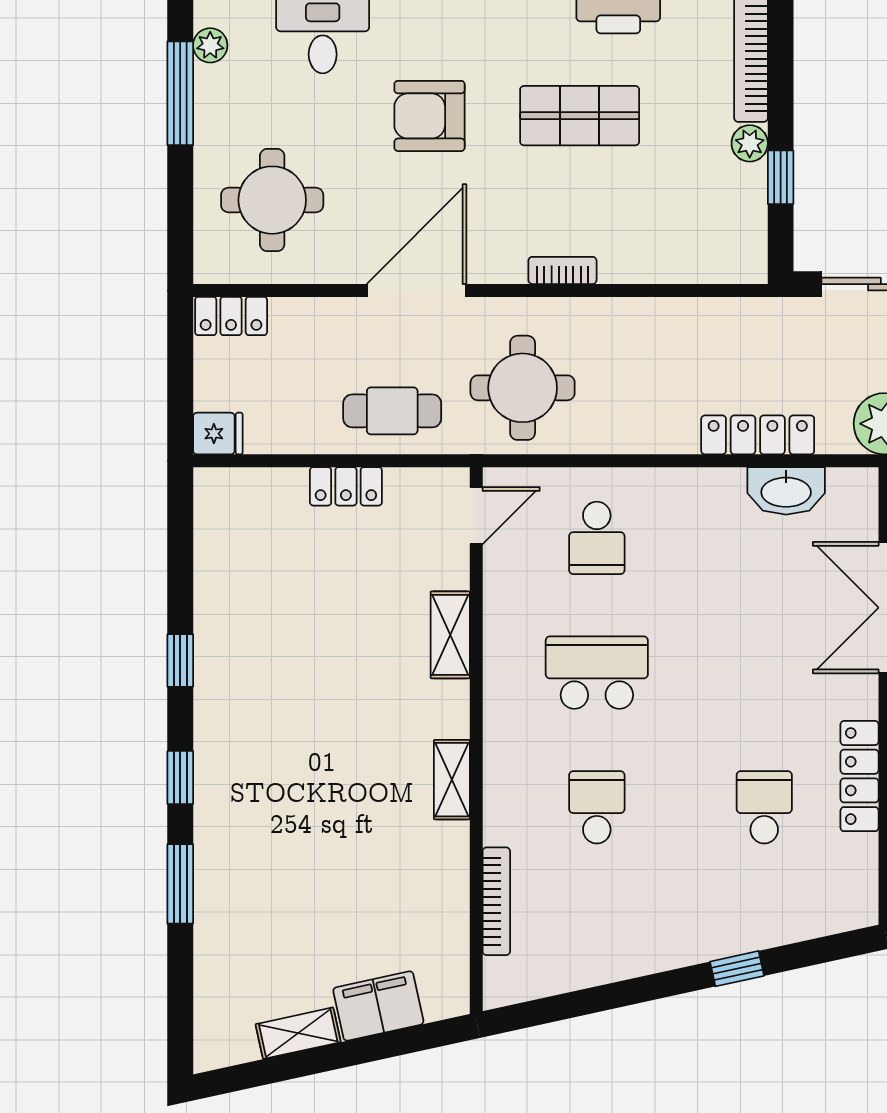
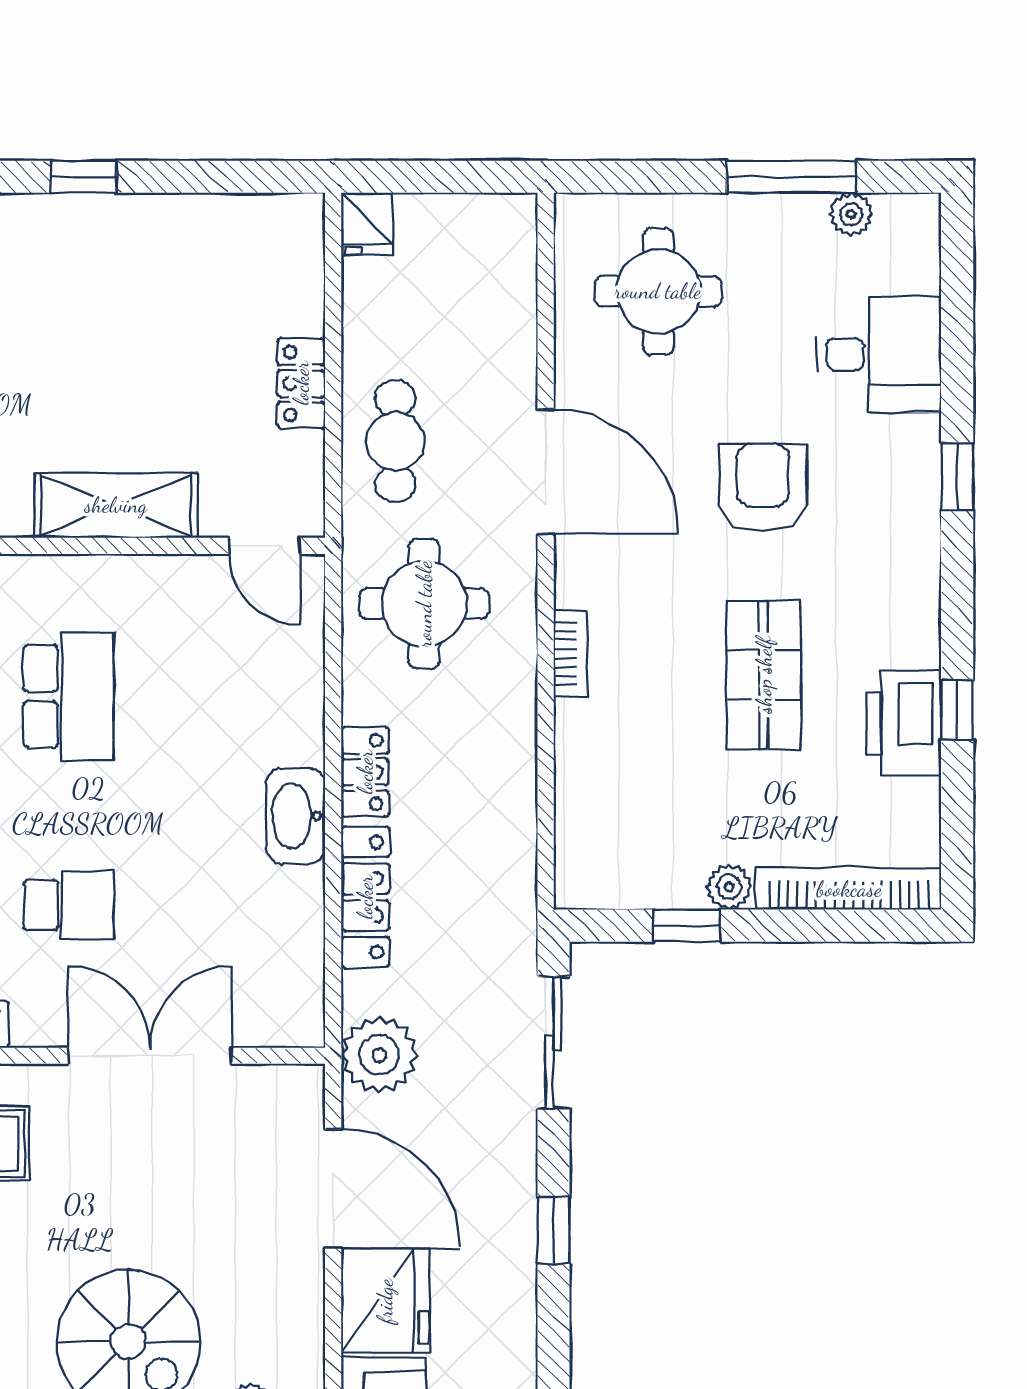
locker: (231, 316) -> (365, 772), moved, turned 180
washbasin: (786, 491) -> (296, 816), moved
school desk: (597, 538) -> (69, 905), moved, turned 180
shelving: (450, 635) -> (116, 505), width x1.50, depth x1.33

